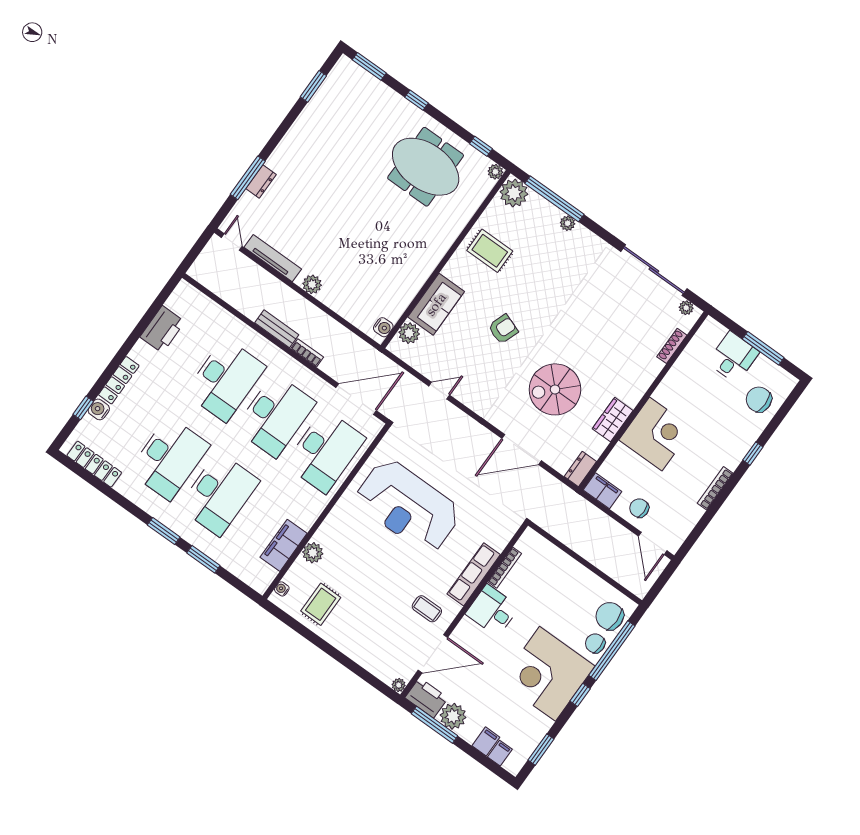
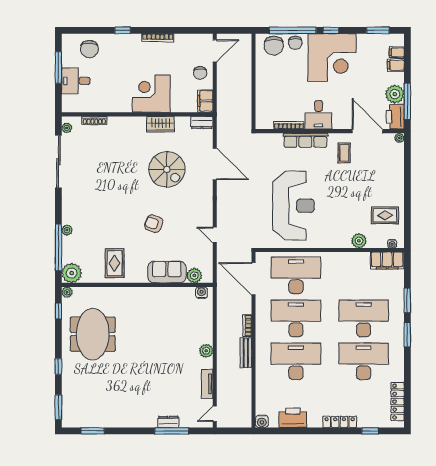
tv unit: (273, 258) -> (207, 384), width x0.71
water cooler: (99, 409) -> (262, 421), moved
filing cabinet: (284, 545) -> (387, 261), moved

